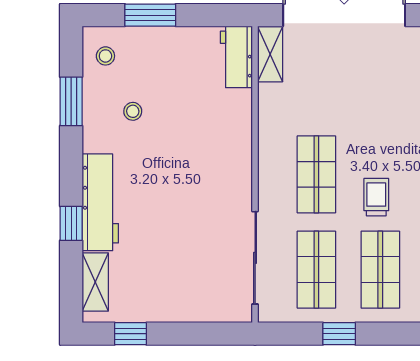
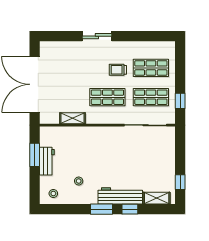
window: (150, 15) -> (35, 155), moved
shelving: (270, 54) -> (73, 118), moved
workbench: (236, 57) -> (47, 161), moved, turned -90
window: (71, 101) -> (101, 209), moved
window: (339, 334) -> (180, 101), moved

